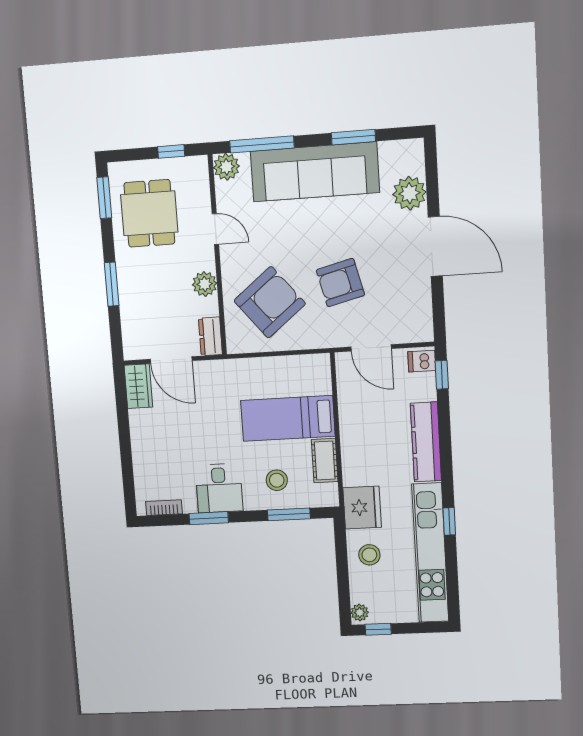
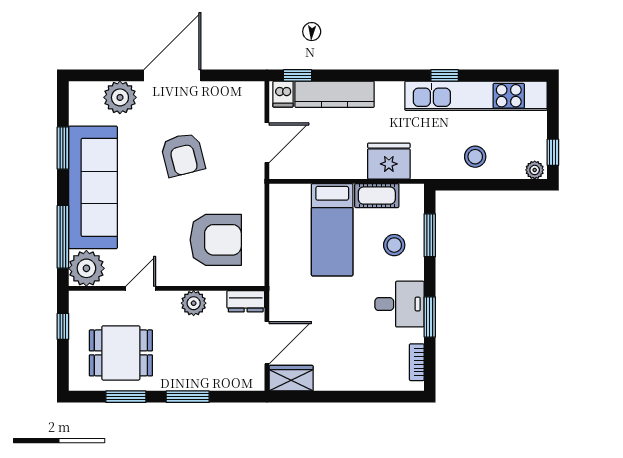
plant: (226, 167) -> (86, 268), width x1.36, depth x1.36
window: (104, 198) -> (126, 397), moved
armchair: (340, 283) -> (183, 155), moved
armchair: (270, 302) -> (216, 240), turned 129
kitchen counter: (426, 442) -> (335, 94), moved
fridge: (362, 508) -> (389, 161), moved

